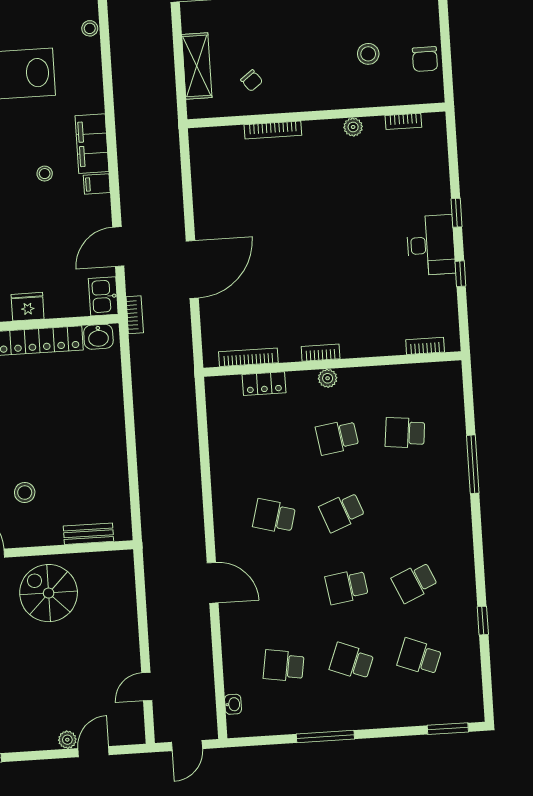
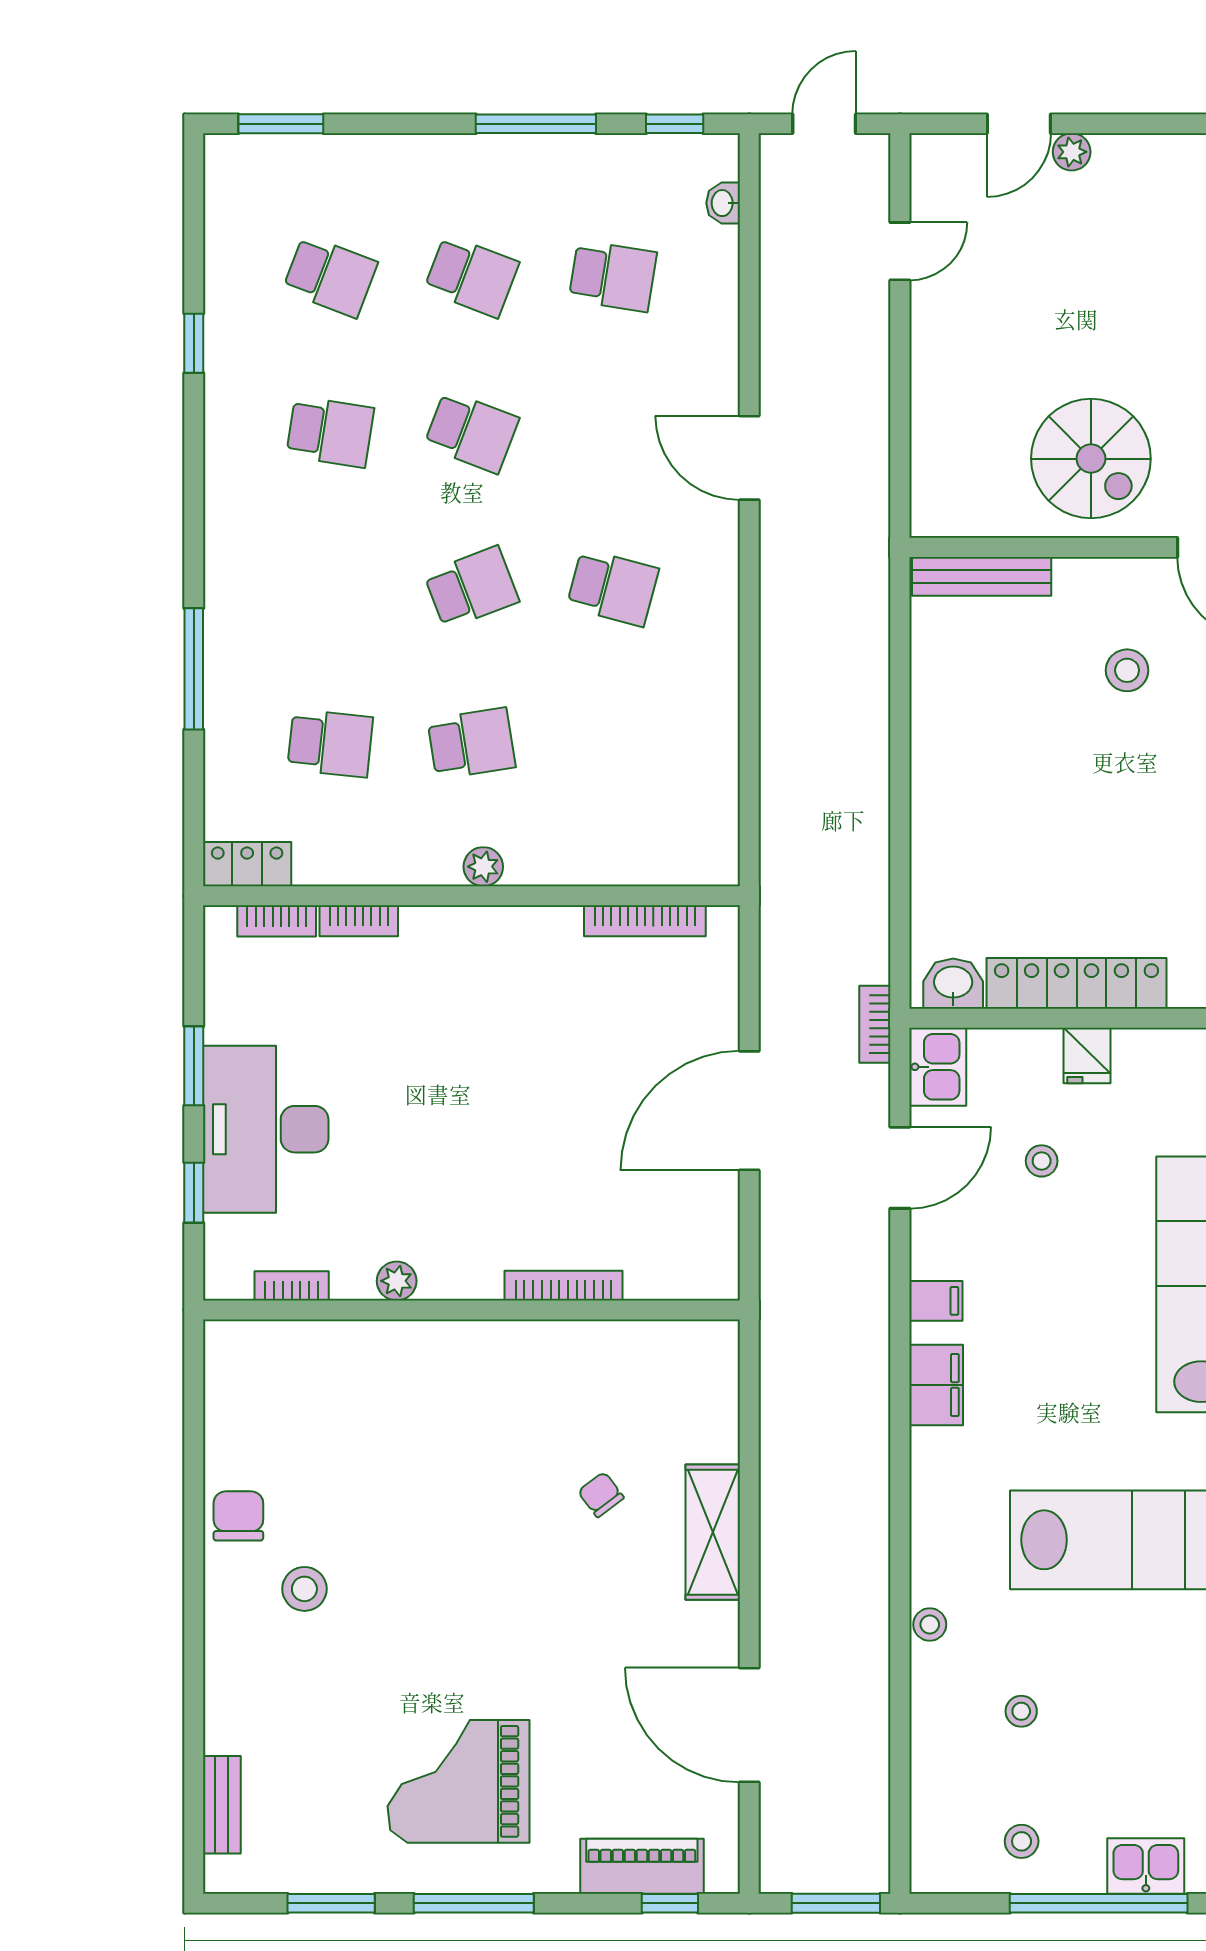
stool: (368, 54) -> (304, 1589), moved
wall: (316, 115) -> (471, 1310), moved
bookcase: (403, 121) -> (292, 1286), moved
plant: (353, 127) -> (397, 1281), moved
bookcase: (273, 130) -> (564, 1286), moved
filing cabinet: (92, 144) -> (936, 1385), width x0.67, depth x0.86
stool: (45, 174) -> (1042, 1161), moved
desk: (431, 245) -> (266, 1129), width x1.36, depth x1.30
window: (460, 274) -> (194, 1066), width x1.50
fridge: (28, 307) -> (1087, 1056), width x0.72
bookcase: (321, 353) -> (359, 921), moved
locker: (264, 384) -> (247, 864), moved
bench: (88, 534) -> (982, 576), width x1.36
school desk: (415, 582) -> (330, 432), turned 33
school desk: (347, 587) -> (471, 432), turned 30
window: (259, 741) -> (675, 124), added

